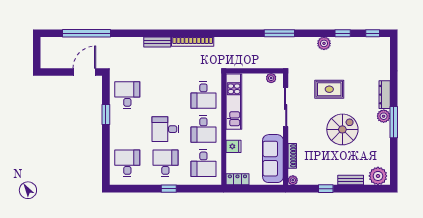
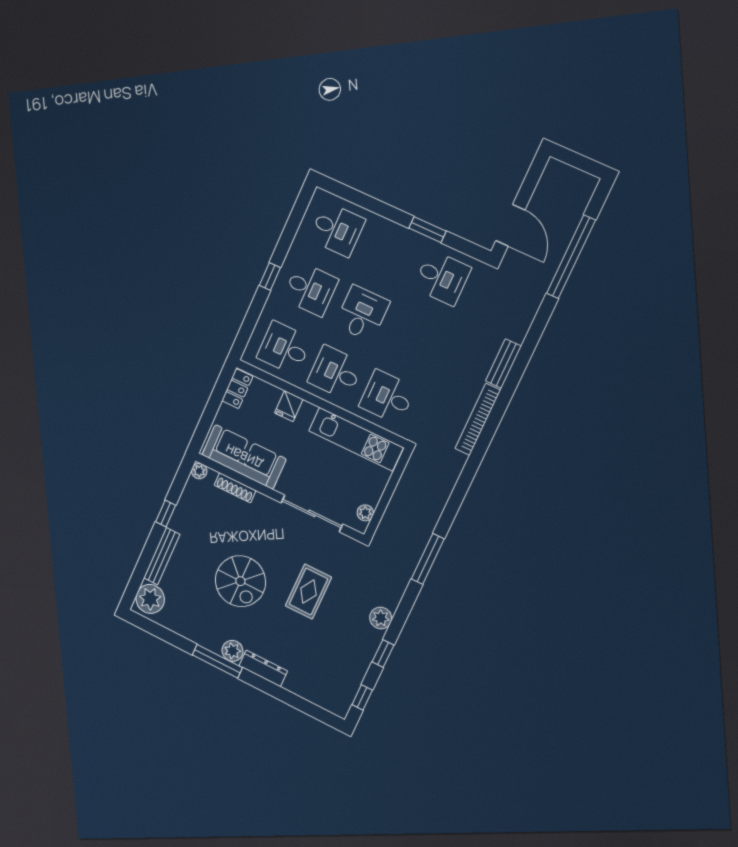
bench: (351, 180) -> (162, 556), width x1.36

